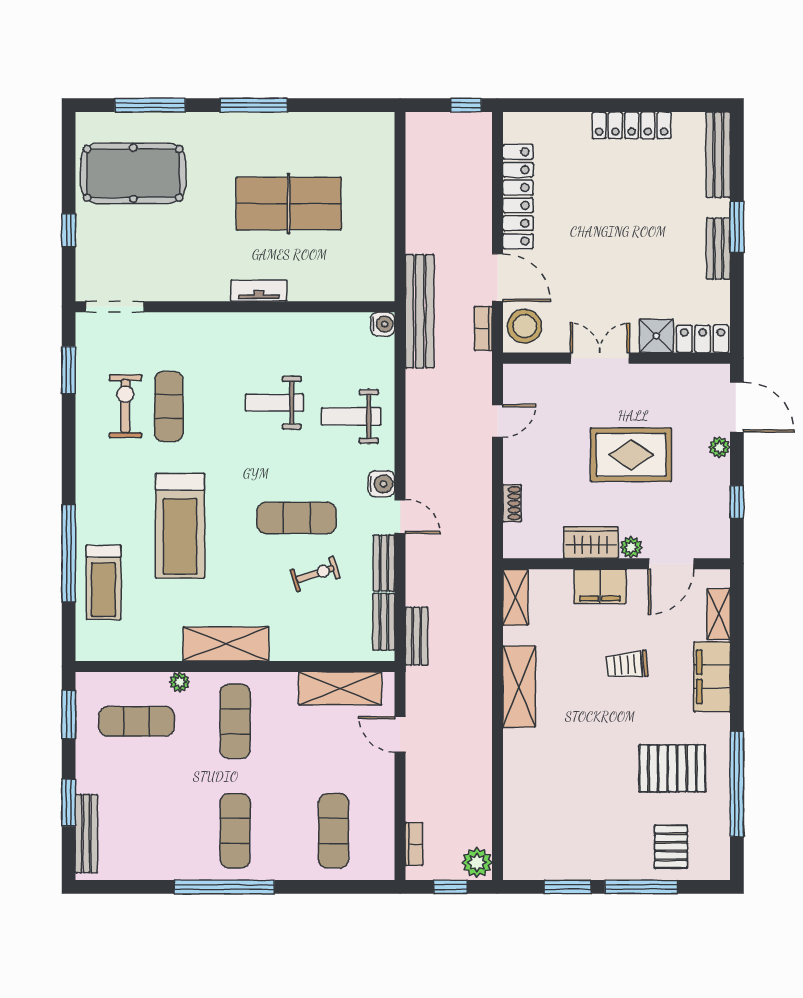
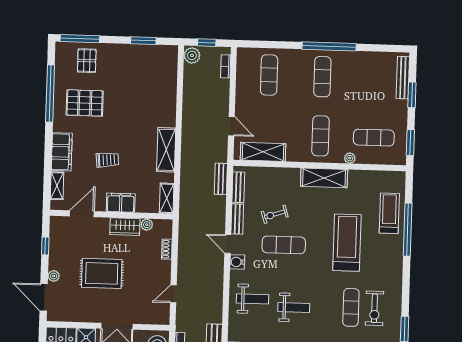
plant: (631, 547) -> (147, 225), moved
window: (641, 887) -> (80, 39), moved

